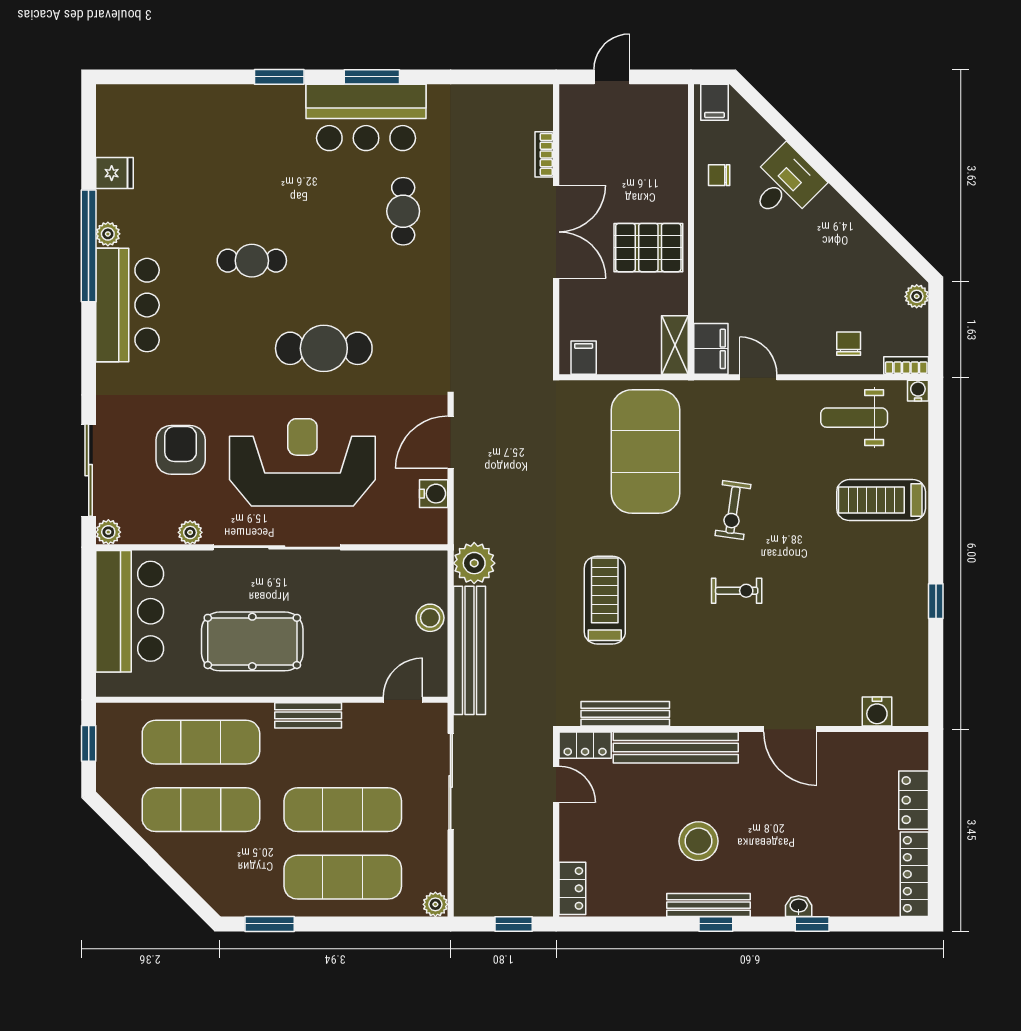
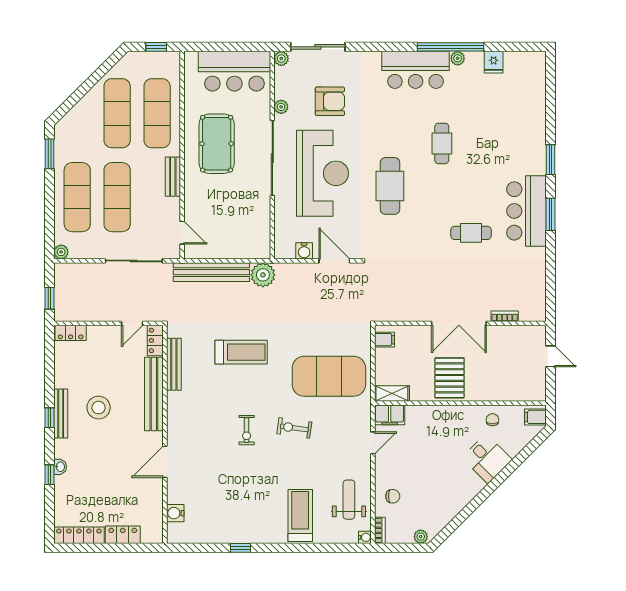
stool: (430, 618) -> (231, 249), removed

